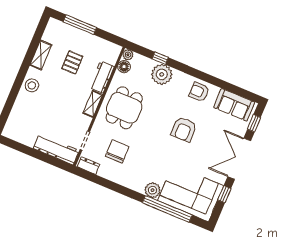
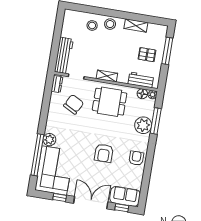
window: (160, 58) -> (156, 121), width x2.17
pallet: (72, 62) -> (147, 55), moved
workbench: (102, 77) -> (141, 80), moved
sofa: (234, 105) -> (125, 196), moved, turned 90
stool: (28, 107) -> (92, 25), added
armchair: (184, 129) -> (104, 153), turned -90
chair: (117, 151) -> (74, 104), turned -62

